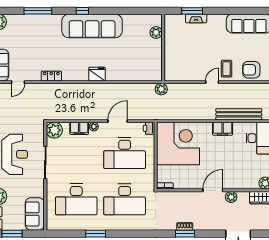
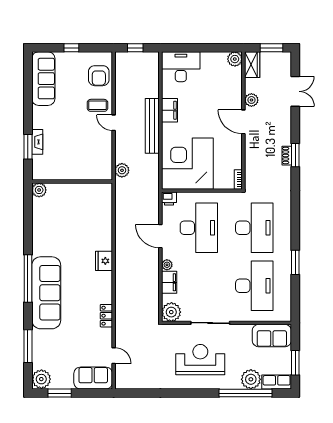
window: (38, 11) -> (28, 346), moved
window: (82, 11) -> (28, 278), width x3.17
sofa: (92, 26) -> (46, 293), moved
plant: (156, 32) -> (39, 190), moved
plant: (161, 89) -> (122, 170), moved
bench: (239, 114) -> (152, 126), moved

